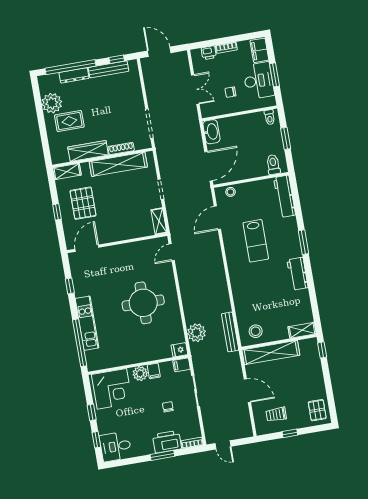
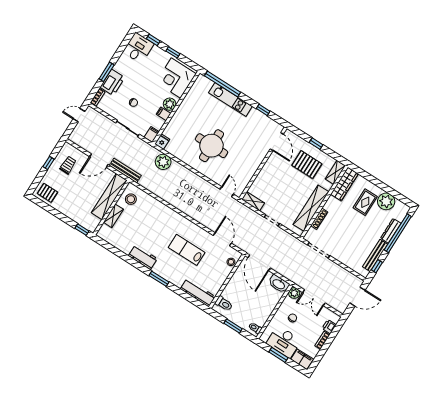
plant: (207, 111) -> (294, 293), added
wardrobe: (88, 151) -> (344, 184), moved
shelving: (302, 330) -> (113, 216), moved
bench: (230, 332) -> (125, 171), moved

